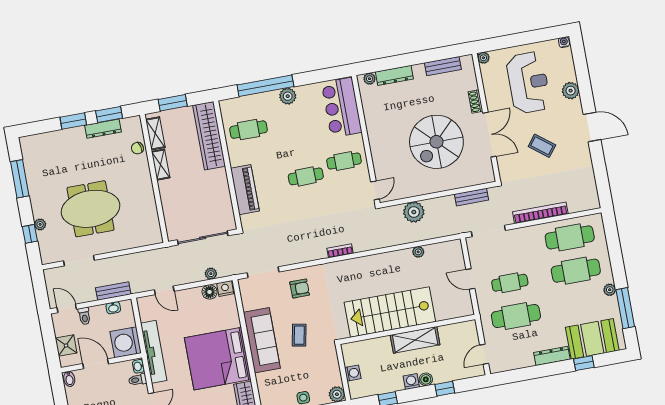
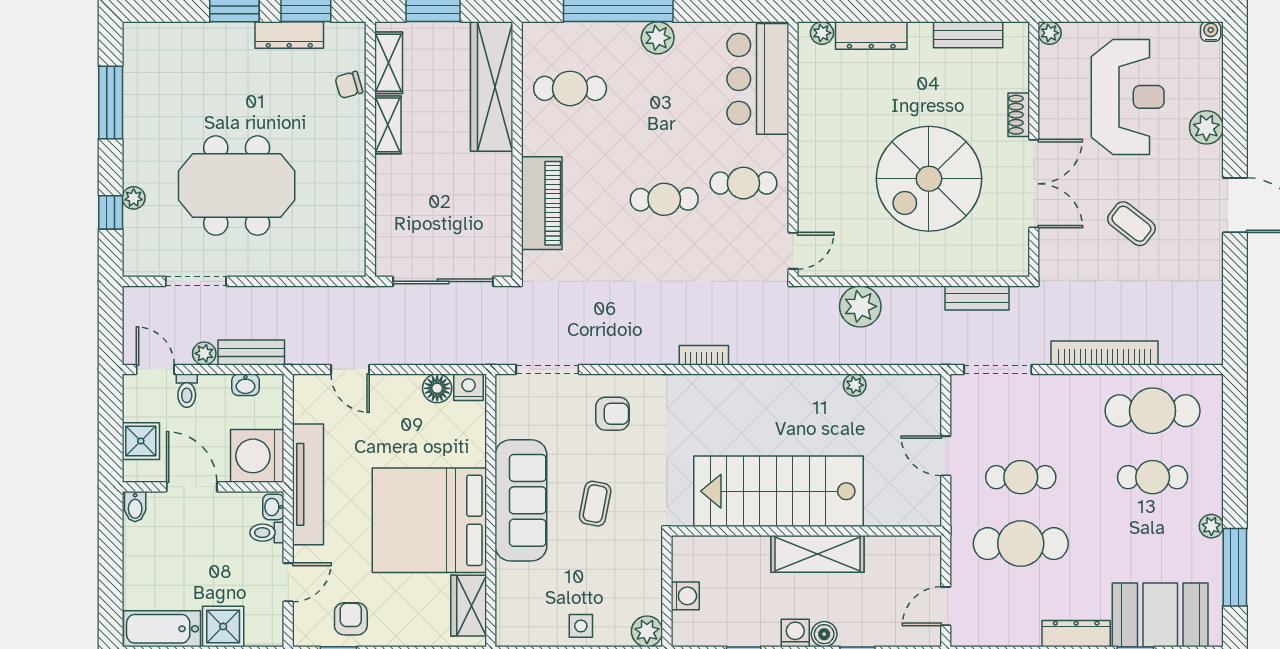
cafe table: (576, 271) -> (1153, 477), width x0.73, depth x0.74
plant: (211, 274) -> (204, 353), moved

